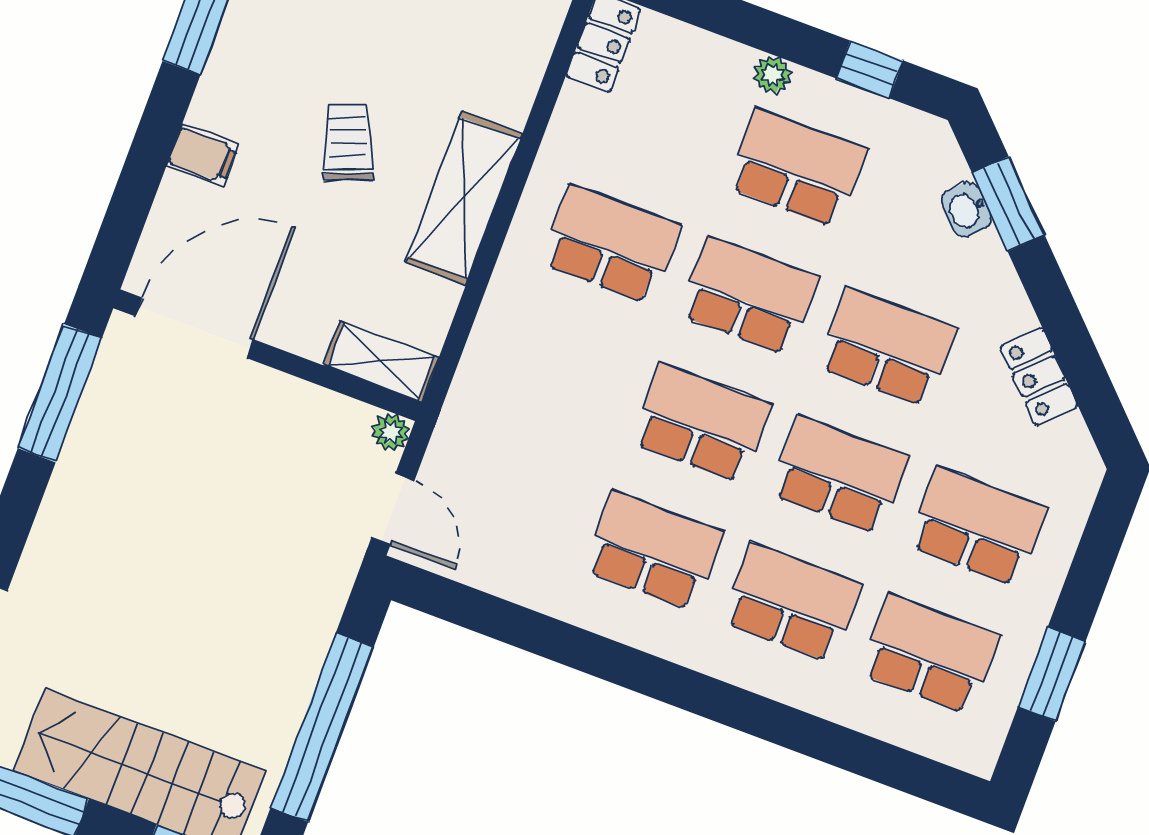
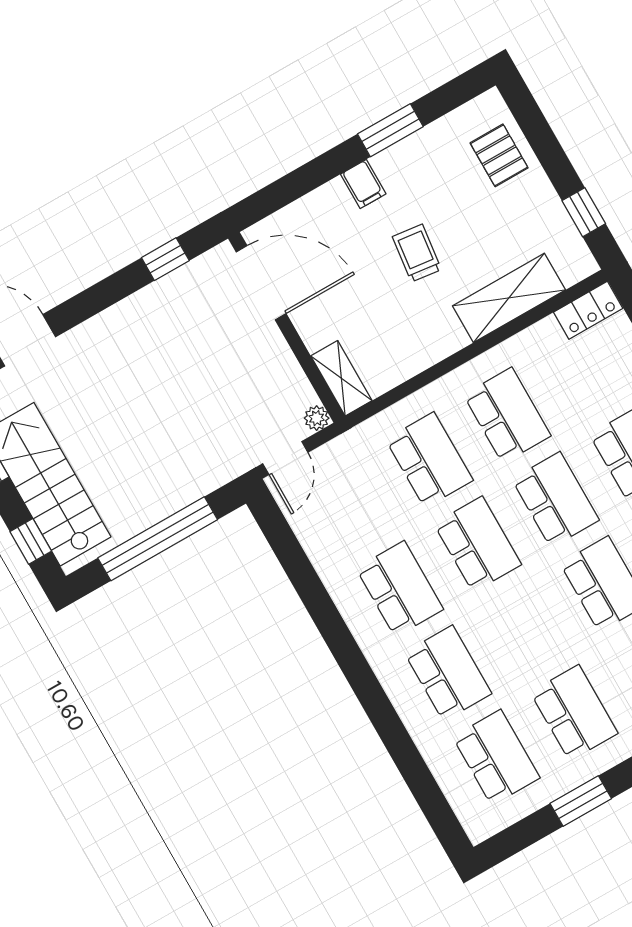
trolley: (348, 142) -> (417, 253), turned -62
filing cabinet: (203, 155) -> (363, 184), moved
shelving: (464, 198) -> (509, 298), moved
window: (60, 393) -> (165, 259), width x0.46
school desk: (839, 475) -> (429, 460), moved
window: (1052, 674) -> (581, 801), moved

